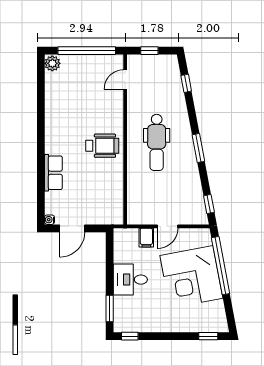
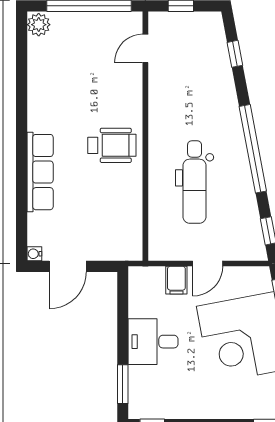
dental chair: (157, 142) -> (195, 182), moved
window: (198, 148) -> (253, 149), width x2.11
row of seats: (53, 173) -> (40, 172), width x1.48

